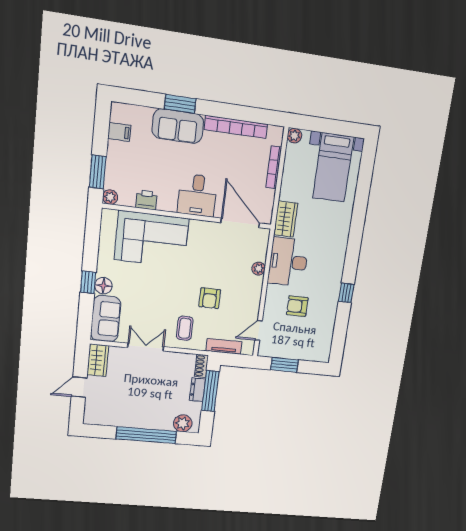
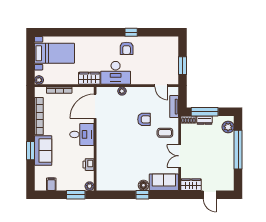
corner sofa: (152, 239) -> (112, 159), removed
armchair: (297, 306) -> (127, 48), moved

